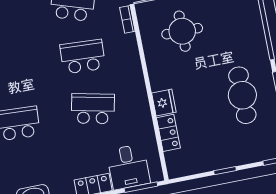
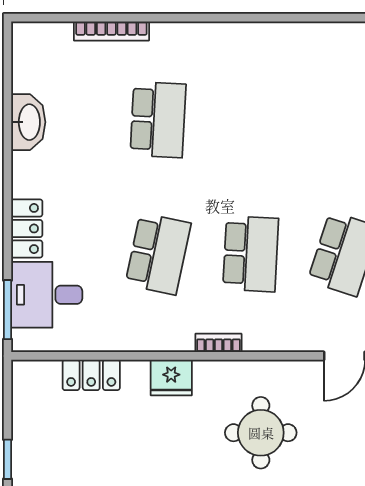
bookcase: (127, 19) -> (218, 343), moved
fridge: (164, 103) -> (171, 377), moved

